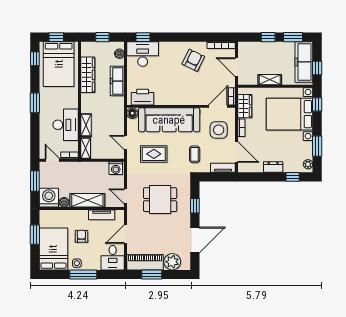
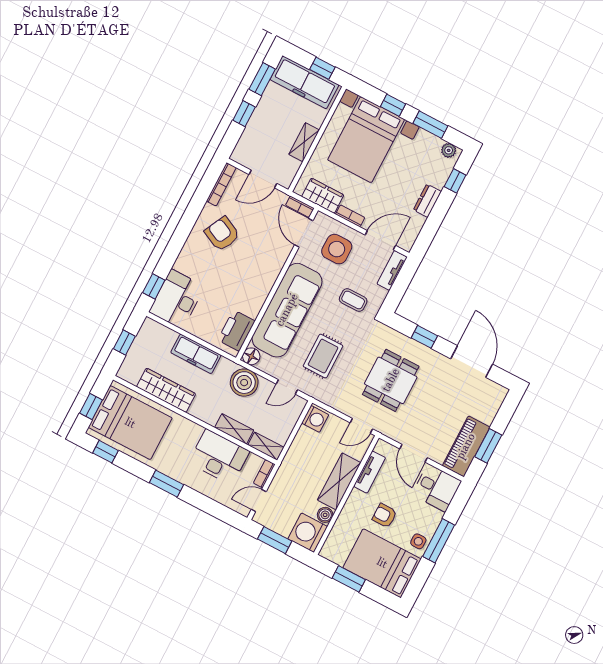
boiler: (119, 54) -> (244, 383), moved, width x1.86, depth x1.86
window: (317, 104) -> (393, 105), moved
plant: (172, 262) -> (485, 408), removed

